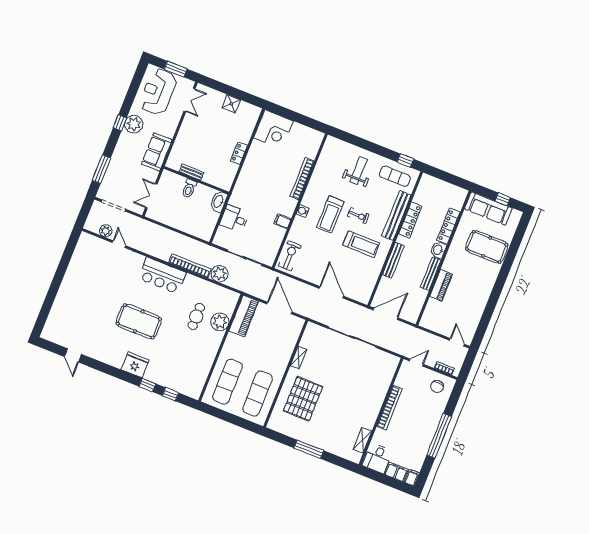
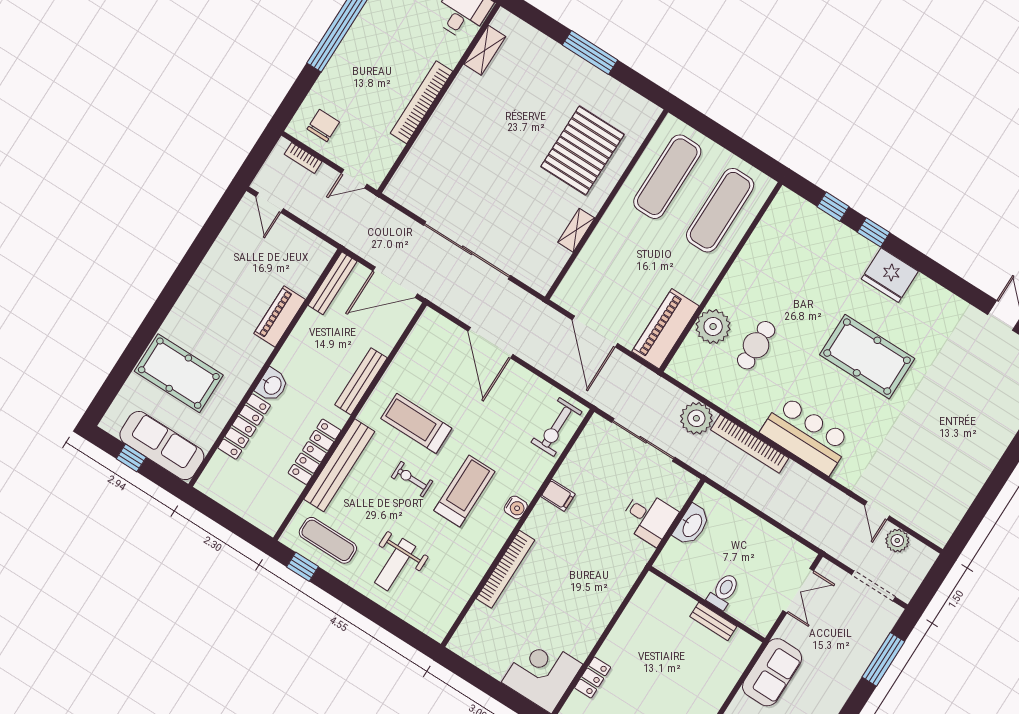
locker: (239, 153) -> (593, 677), moved
washbasin: (219, 201) -> (692, 525), moved
bench: (431, 274) -> (332, 283), moved

